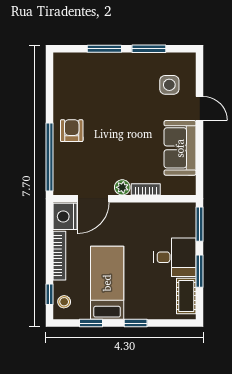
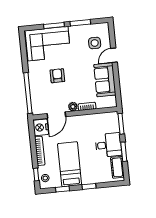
corner sofa: (91, 78) -> (48, 44), added
door: (200, 108) -> (114, 55), swing flipped
armchair: (72, 131) -> (57, 76), moved

